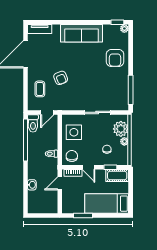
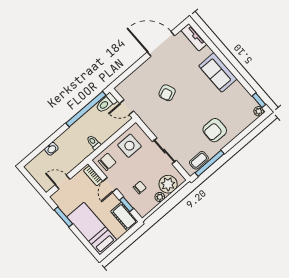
sofa: (82, 33) -> (218, 72), width x0.73
armchair: (115, 58) -> (215, 130), moved
coffee table: (40, 89) -> (199, 160), moved
door: (60, 183) -> (63, 182), moved

